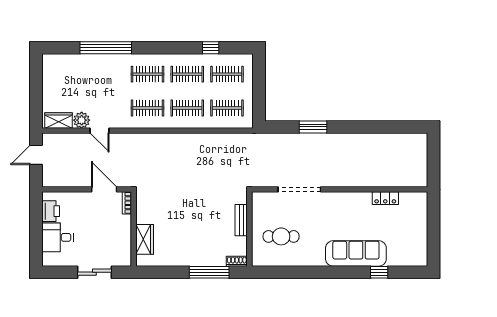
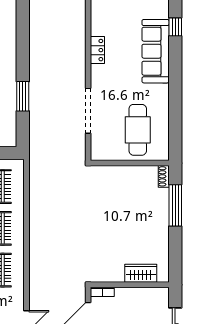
locker: (385, 198) -> (97, 50), moved
bench: (241, 220) -> (120, 172), removed
cafe table: (281, 236) -> (138, 130), width x1.37, depth x1.35

